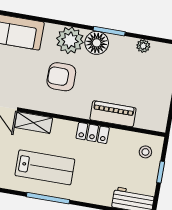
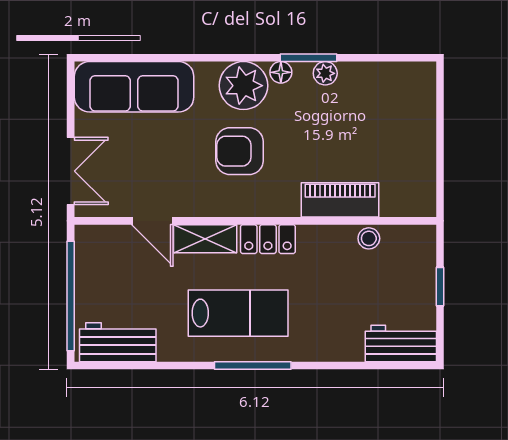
floor lamp: (97, 43) -> (281, 72), width x0.53, depth x0.53
plant: (143, 46) -> (325, 73), moved
locker: (93, 133) -> (268, 239), moved
stool: (145, 152) -> (369, 238), moved

